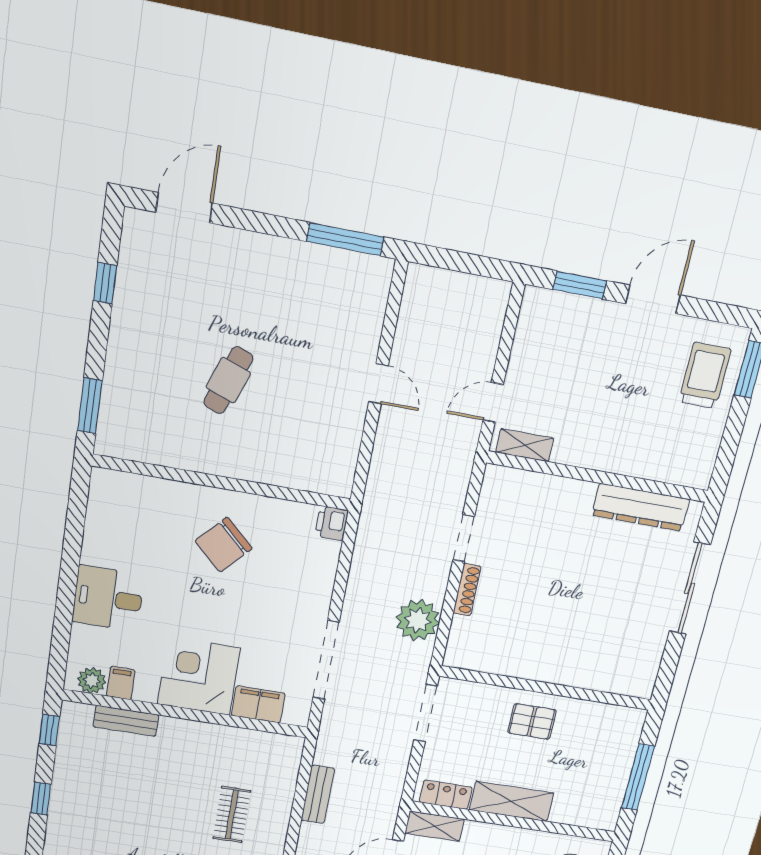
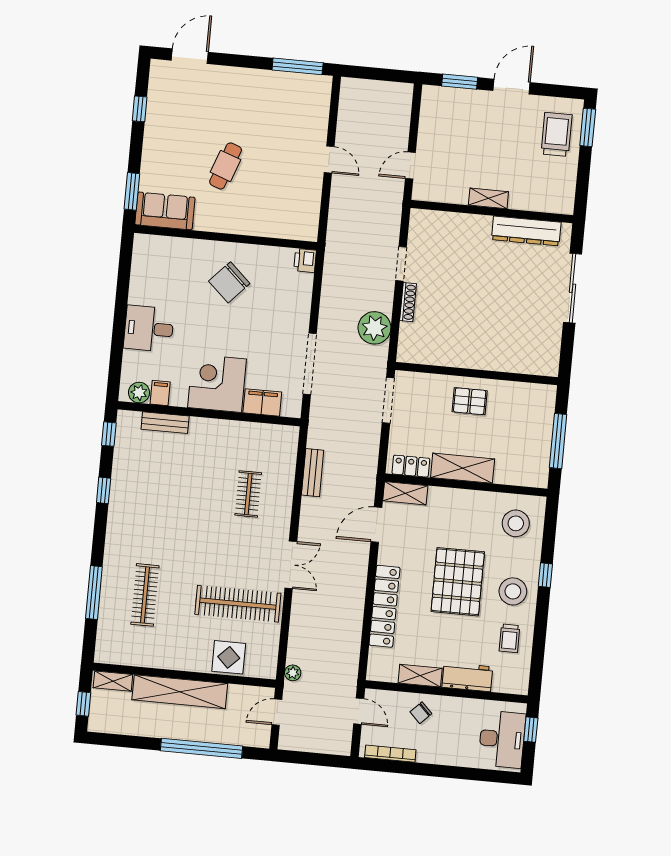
sofa: (137, 438) -> (165, 211), added
shelving: (525, 445) -> (488, 198), moved

